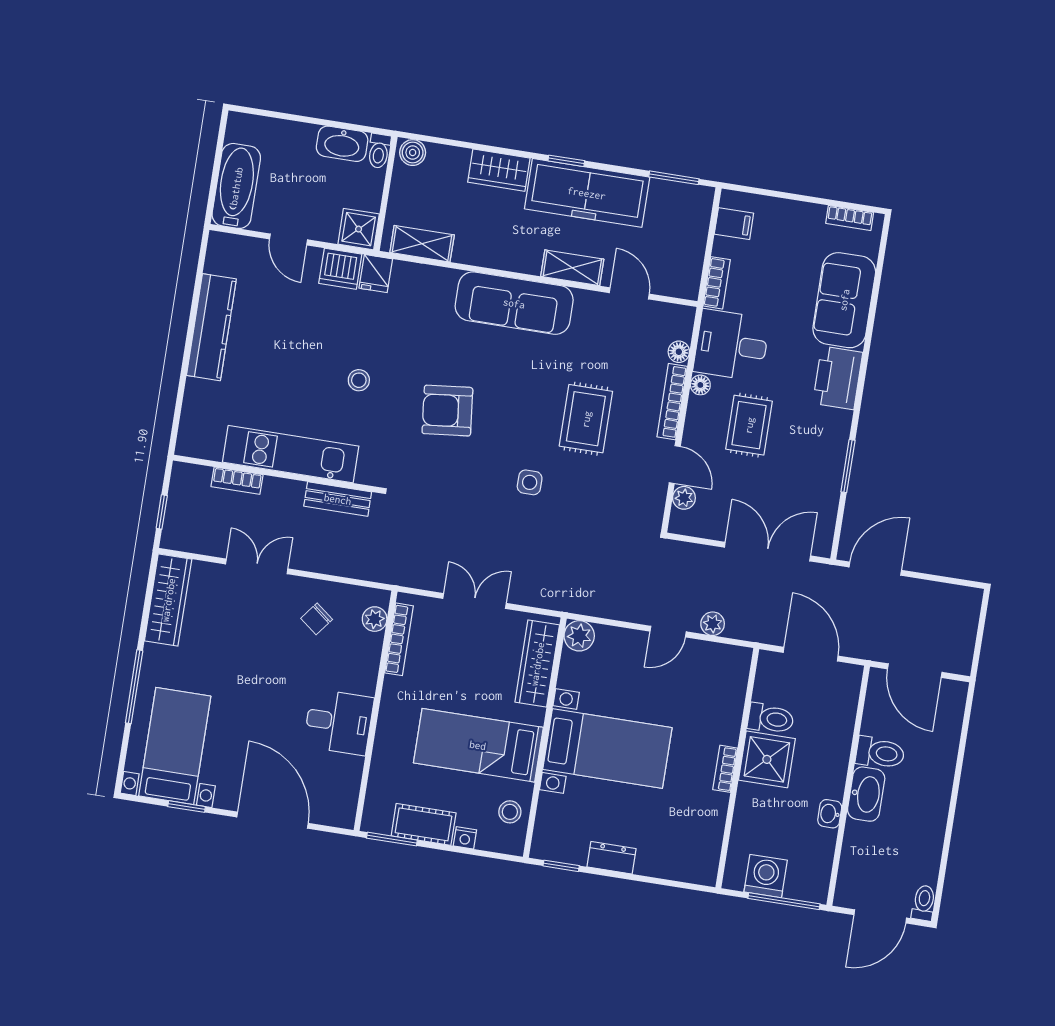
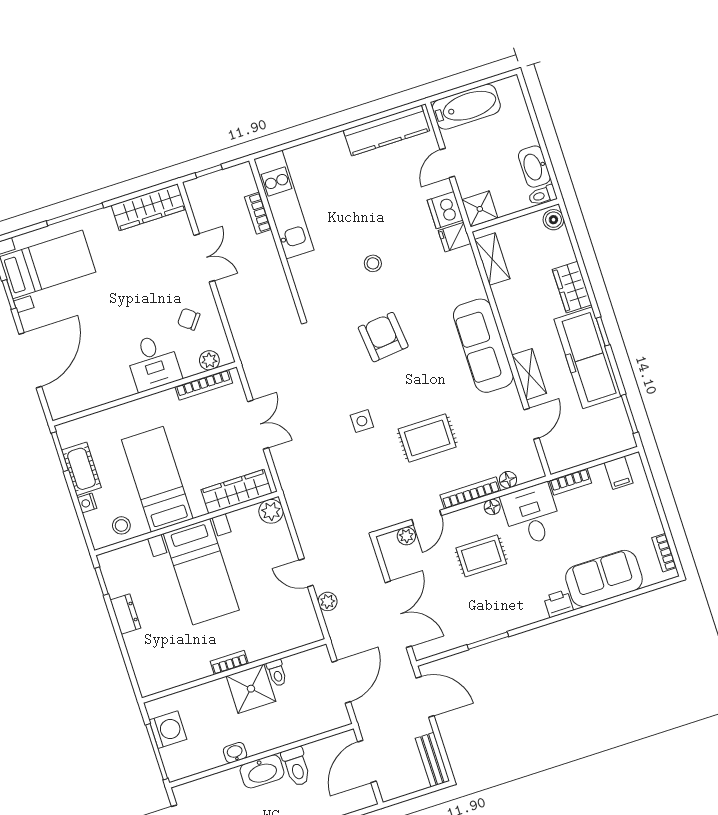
kitchen counter: (211, 327) -> (386, 131), moved
printer: (838, 378) -> (559, 604), width x0.53, depth x0.68
kitchen unit: (291, 454) -> (284, 205), moved
bench: (338, 499) -> (432, 760), moved
toilet: (771, 719) -> (277, 673), width x0.73, depth x0.72
desk: (339, 722) -> (153, 362), moved

